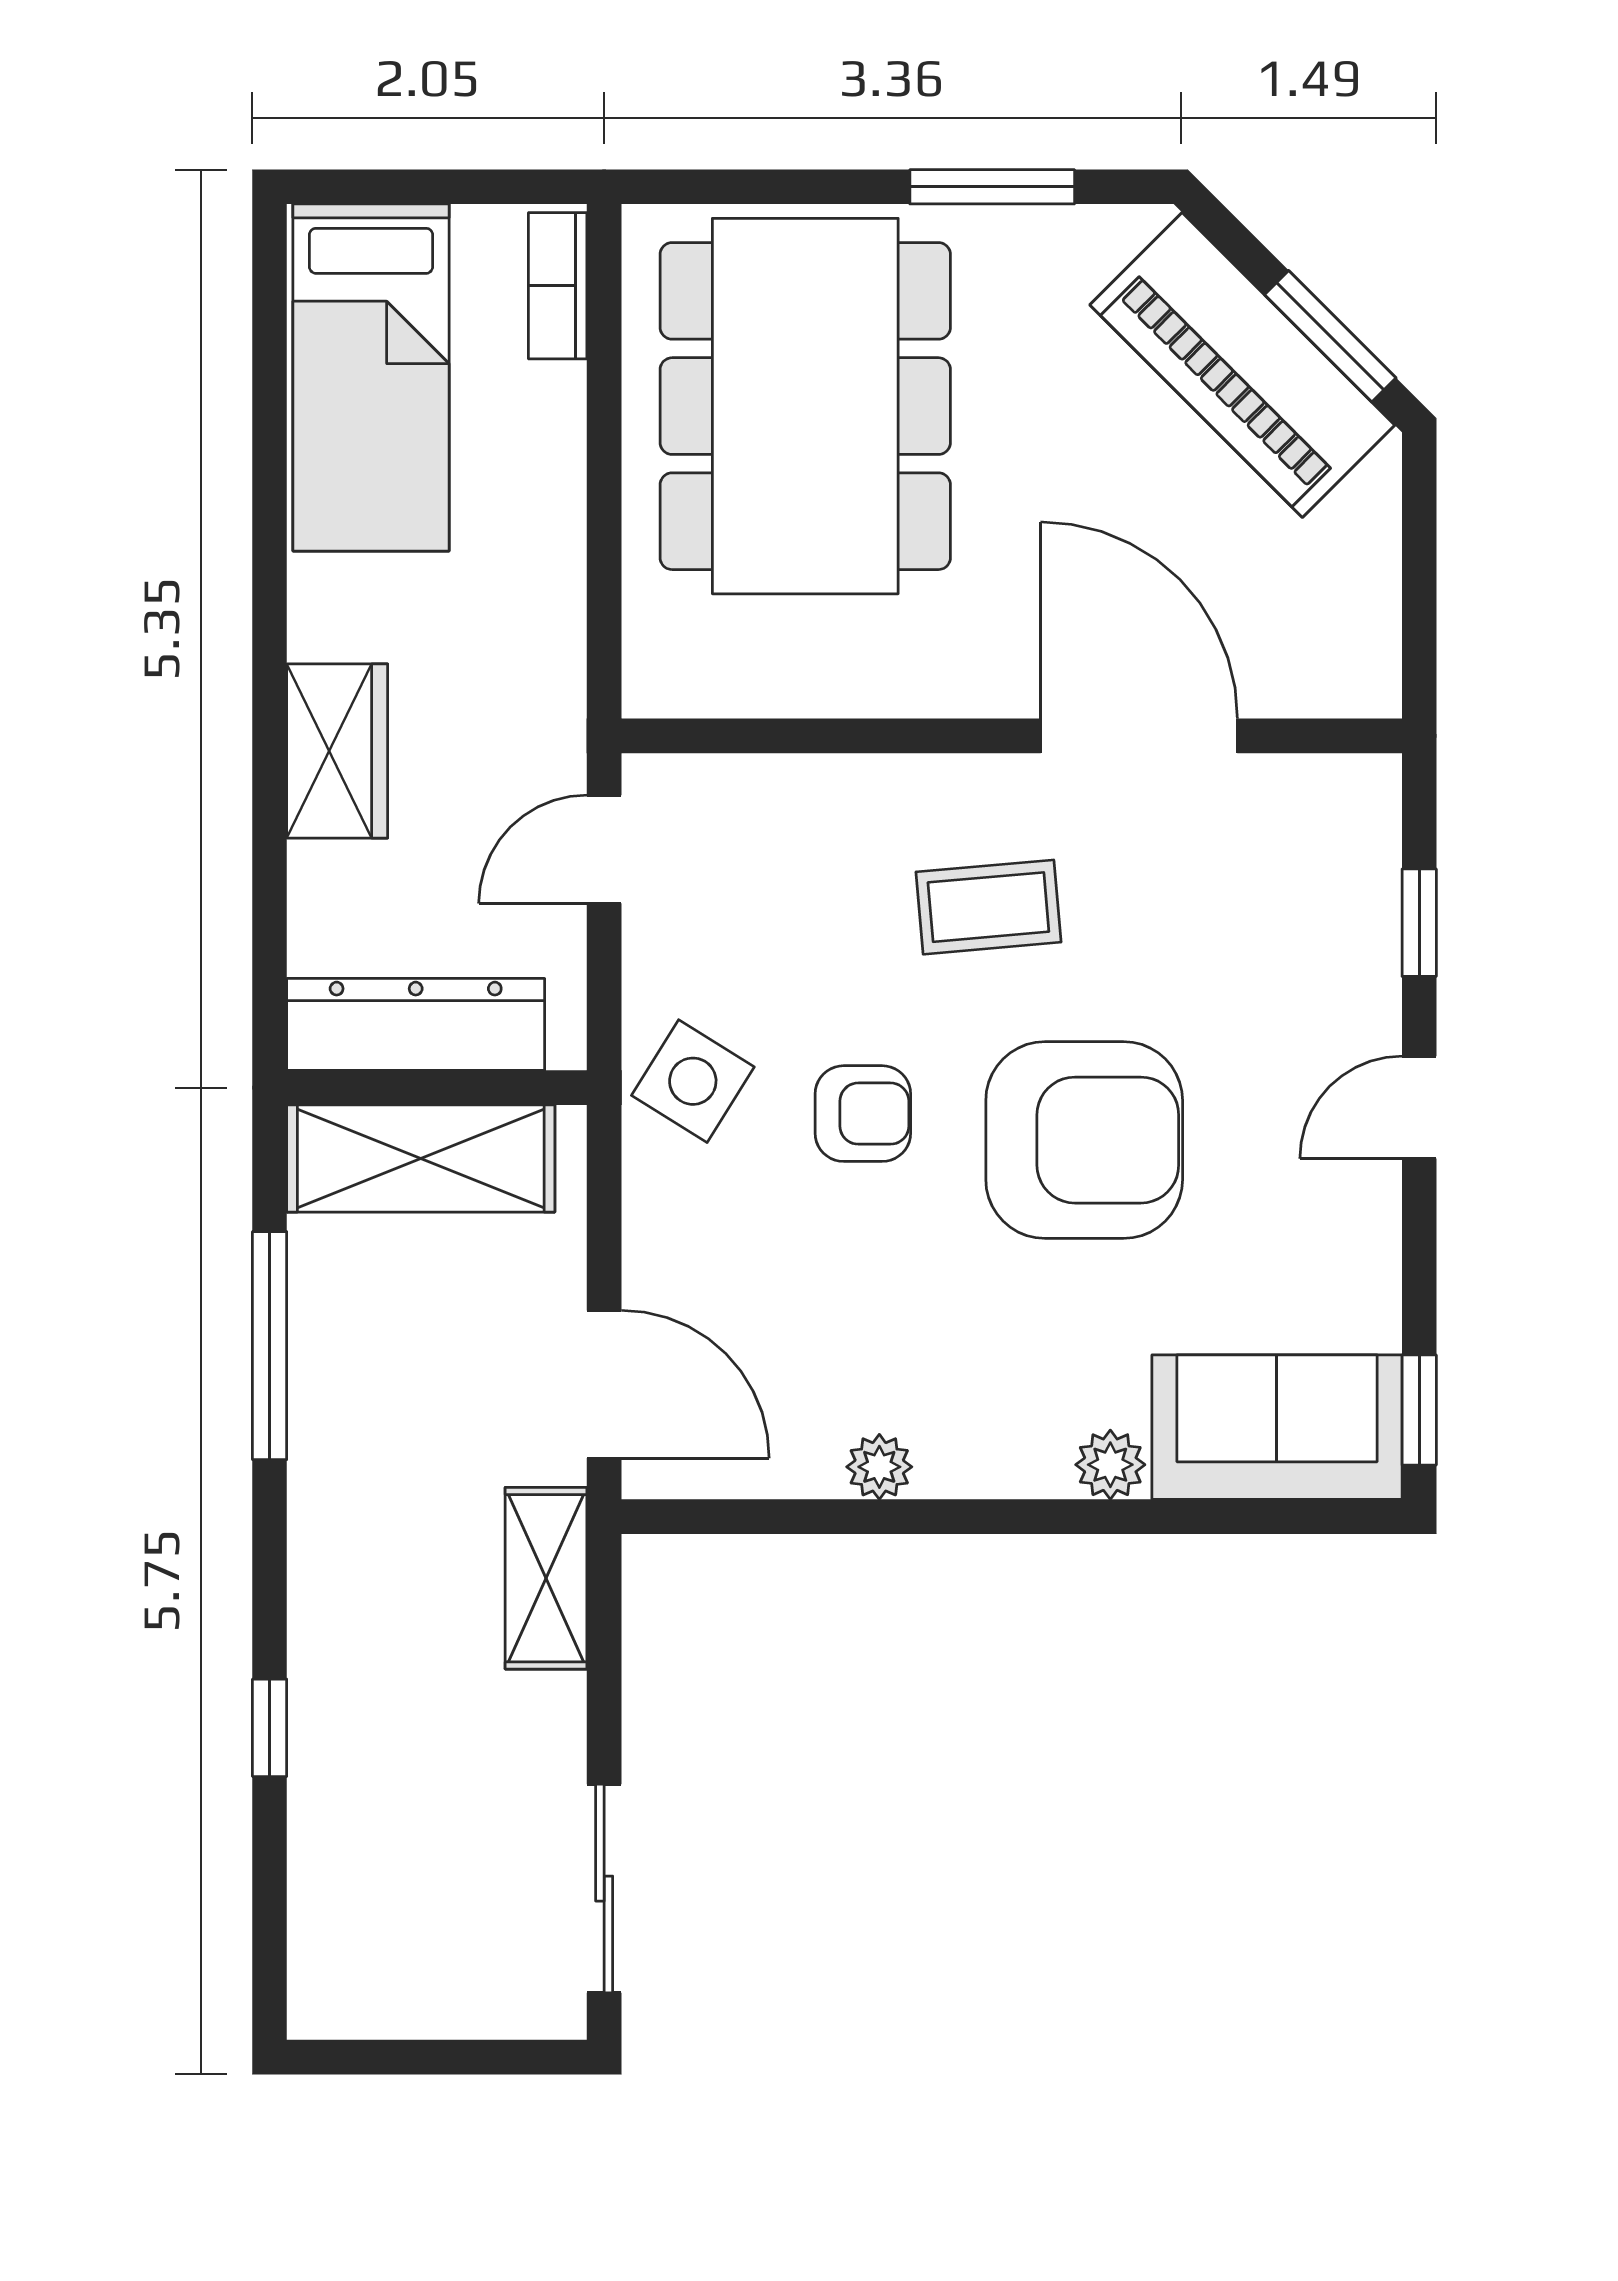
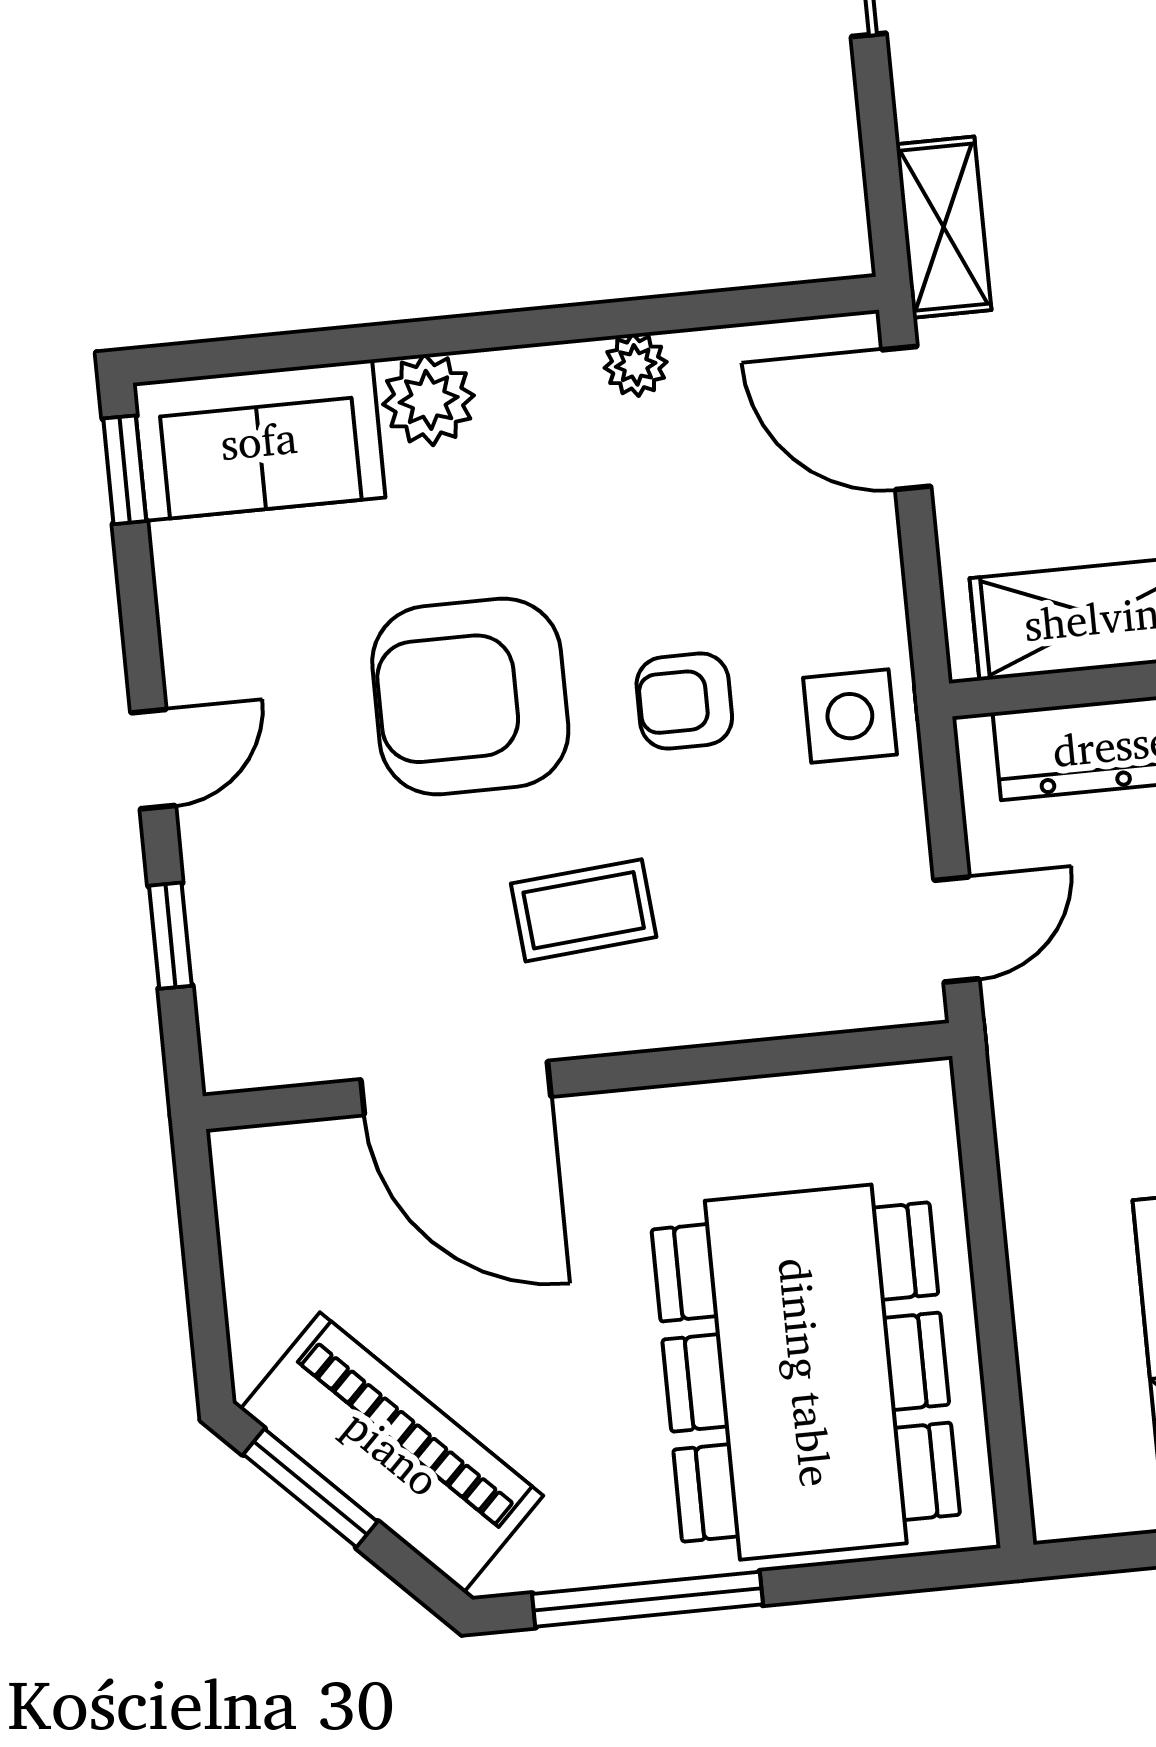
window: (992, 187) -> (648, 1599), width x1.44
bookcase: (558, 286) -> (1054, 1464), removed
side table: (693, 1081) -> (850, 716), turned -32
plant: (1110, 1465) -> (429, 400), width x1.38, depth x1.38

